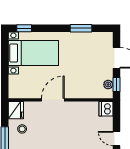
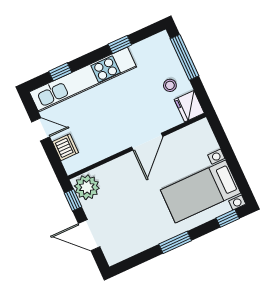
window: (81, 28) -> (175, 242), moved
plant: (108, 85) -> (87, 187), width x1.87, depth x1.87
dishwasher: (106, 109) -> (65, 147), moved

